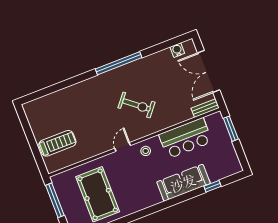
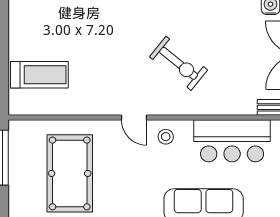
door: (123, 147) -> (134, 118), swing flipped

